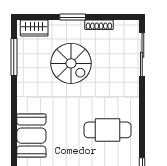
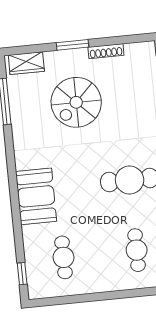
spiral stairs: (71, 63) -> (76, 102), turned 90

